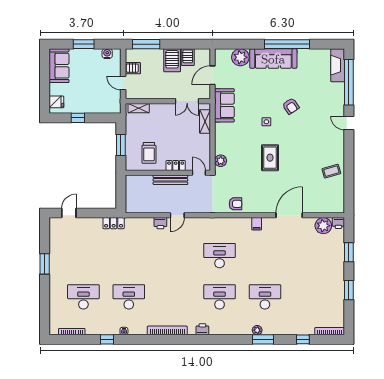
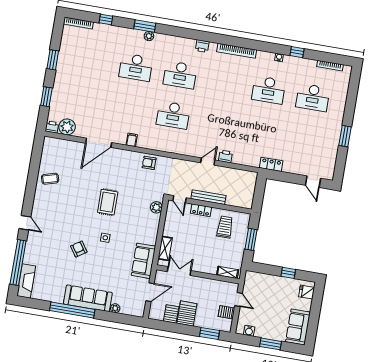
window: (146, 44) -> (210, 333), width x0.69
plant: (240, 57) -> (115, 308), width x0.53, depth x0.53
door: (69, 213) -> (313, 182), hinge flipped

